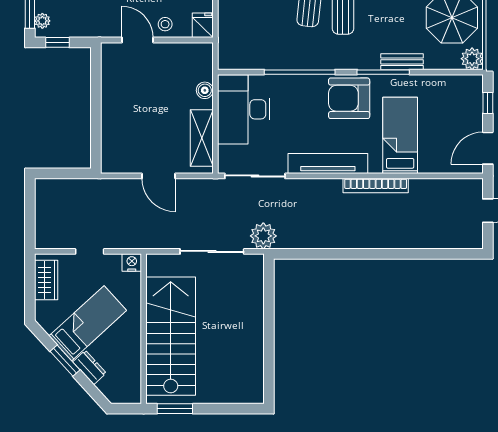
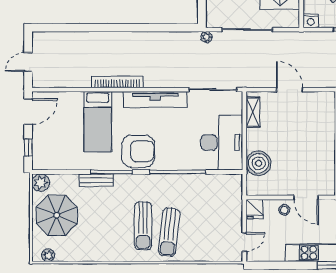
boiler: (205, 90) -> (259, 163), width x1.86, depth x1.86
shelving: (202, 138) -> (253, 112), width x0.67, depth x0.75
plant: (263, 236) -> (206, 37), width x0.53, depth x0.53

